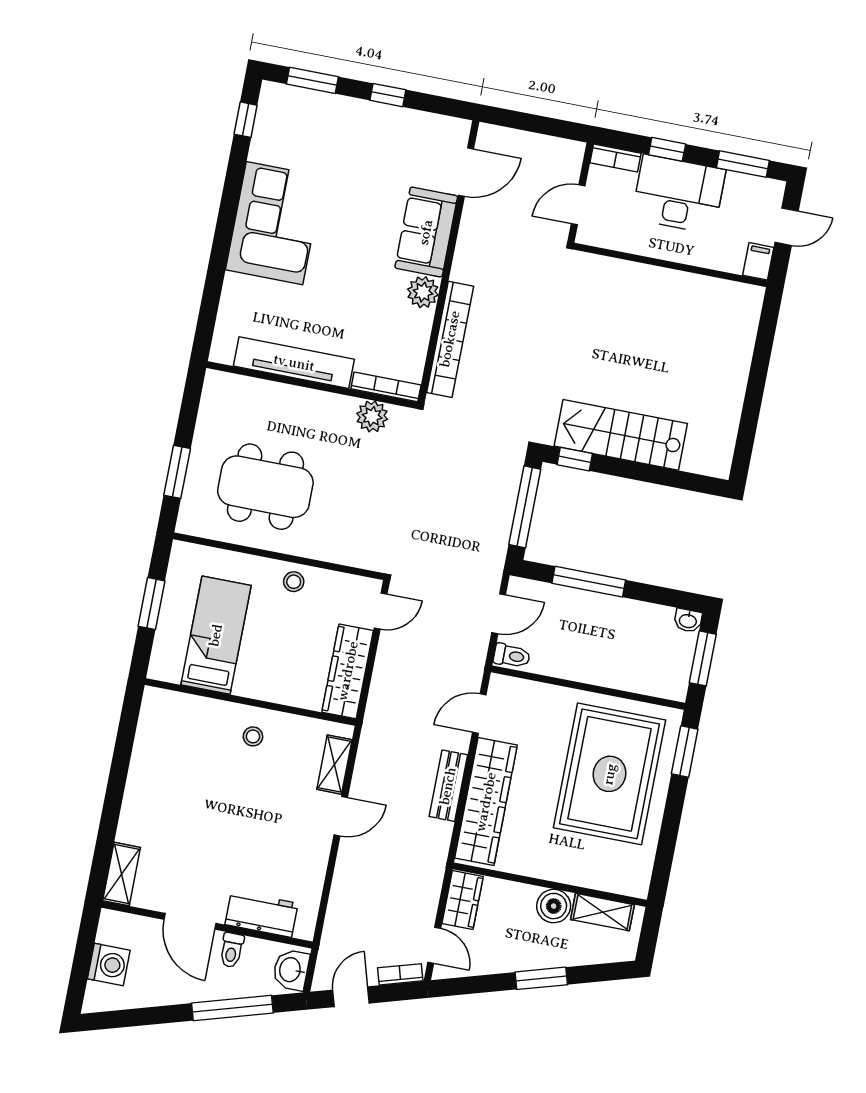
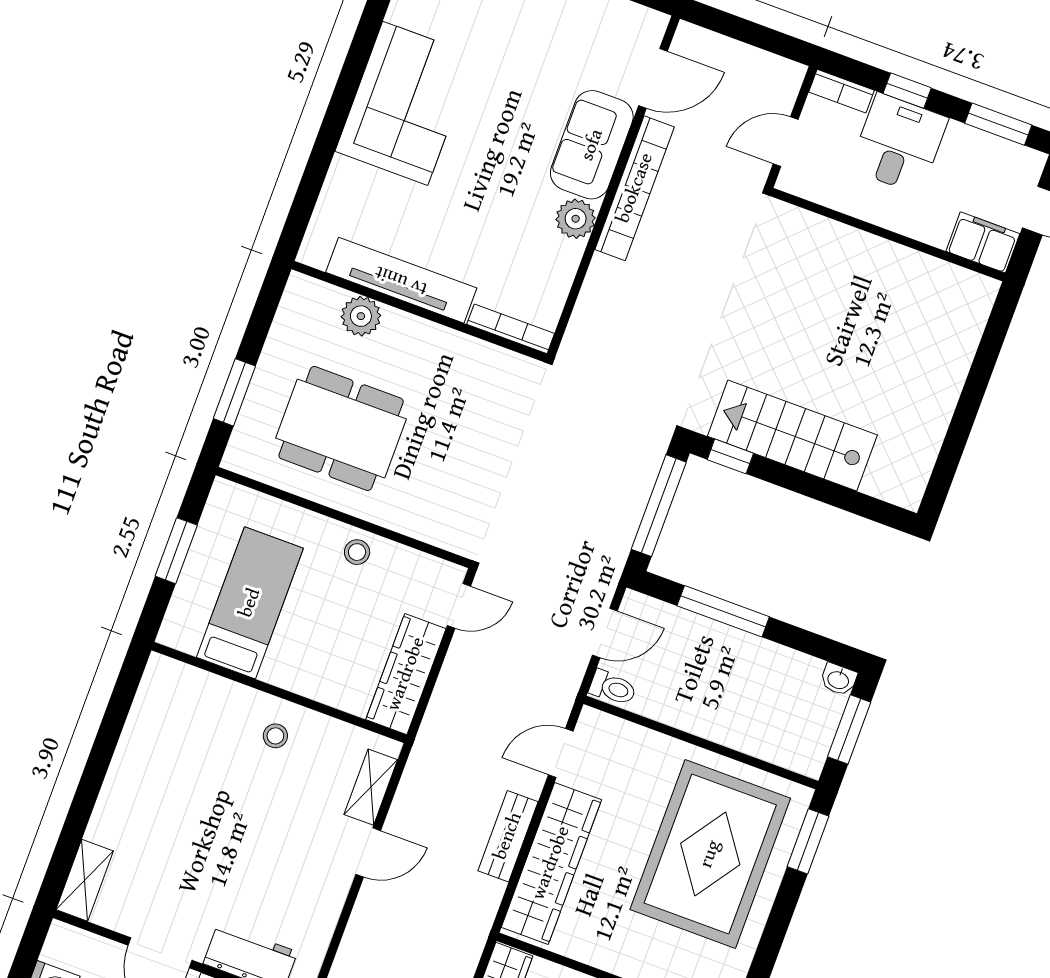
desk: (678, 194) -> (899, 144), width x0.73
filing cabinet: (758, 261) -> (983, 242), width x2.00
bookcase: (450, 339) -> (635, 188), moved
plant: (372, 416) -> (361, 316), moved

